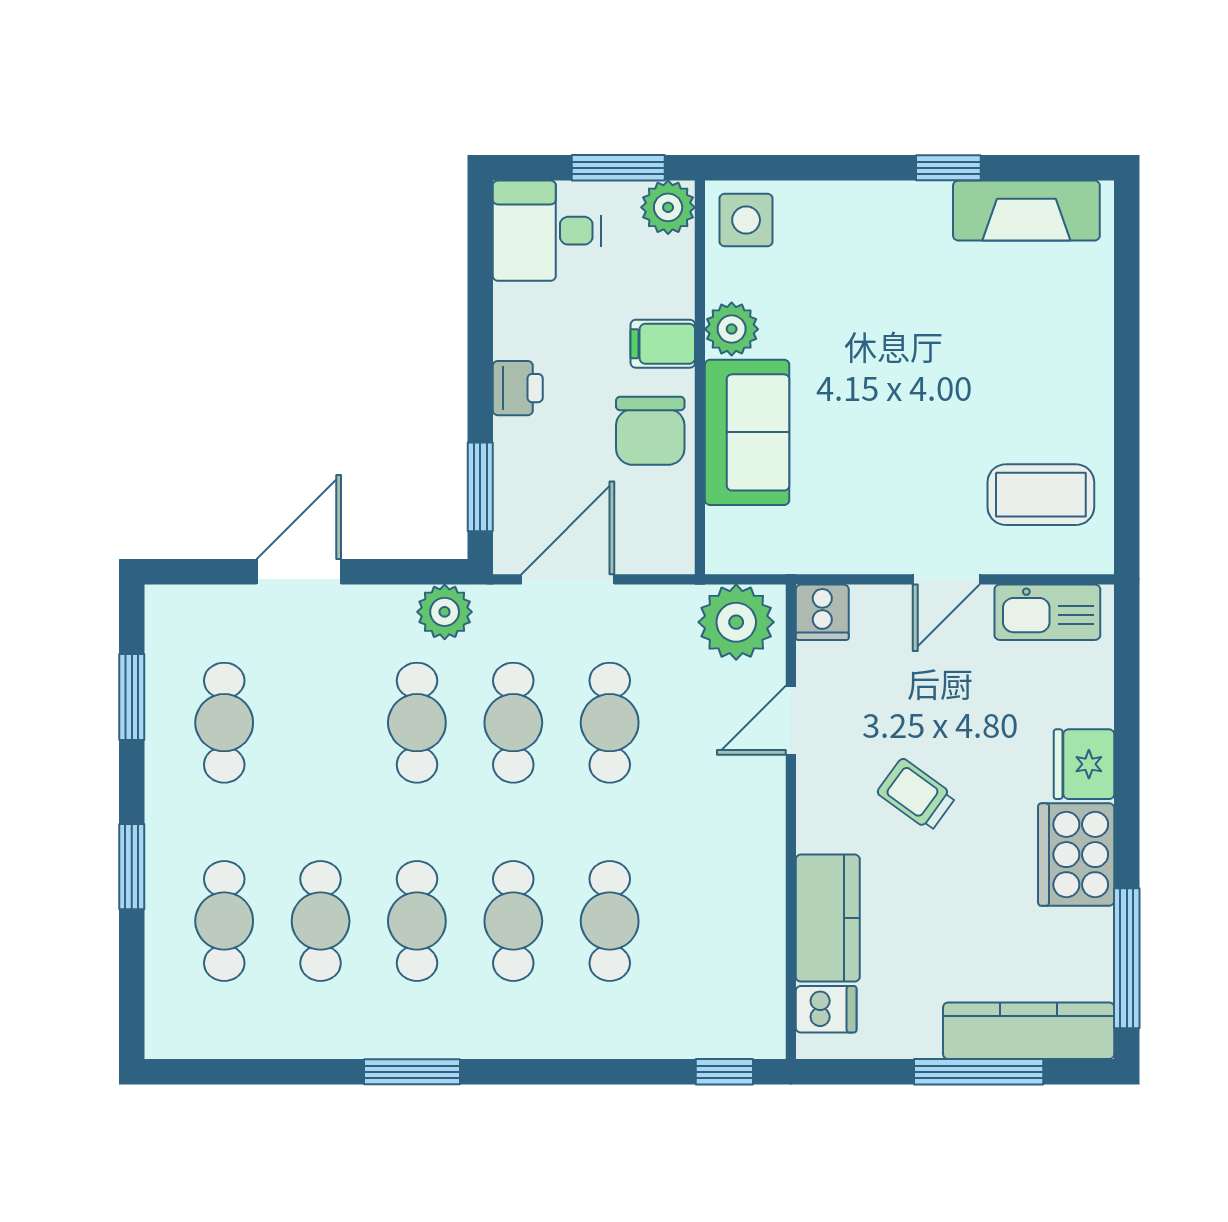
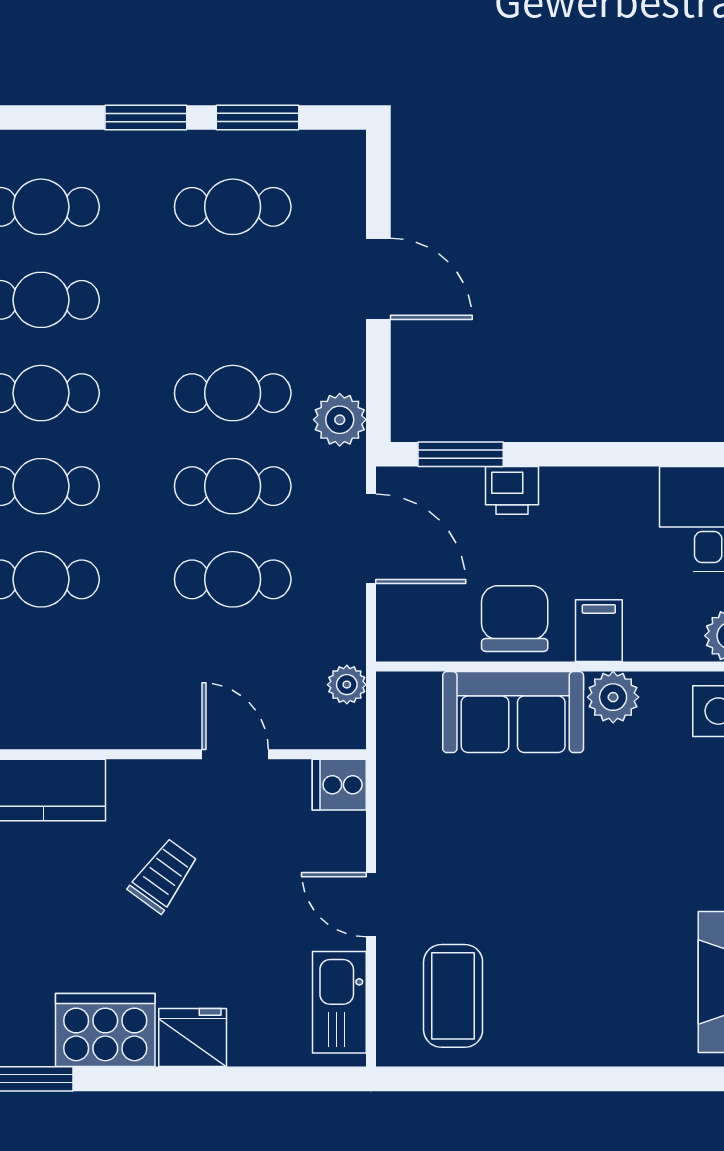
printer: (518, 388) -> (512, 490), moved
chair: (650, 431) -> (515, 619), turned 90
plant: (736, 622) -> (347, 685), width x0.53, depth x0.53
window: (132, 867) -> (146, 118), moved

